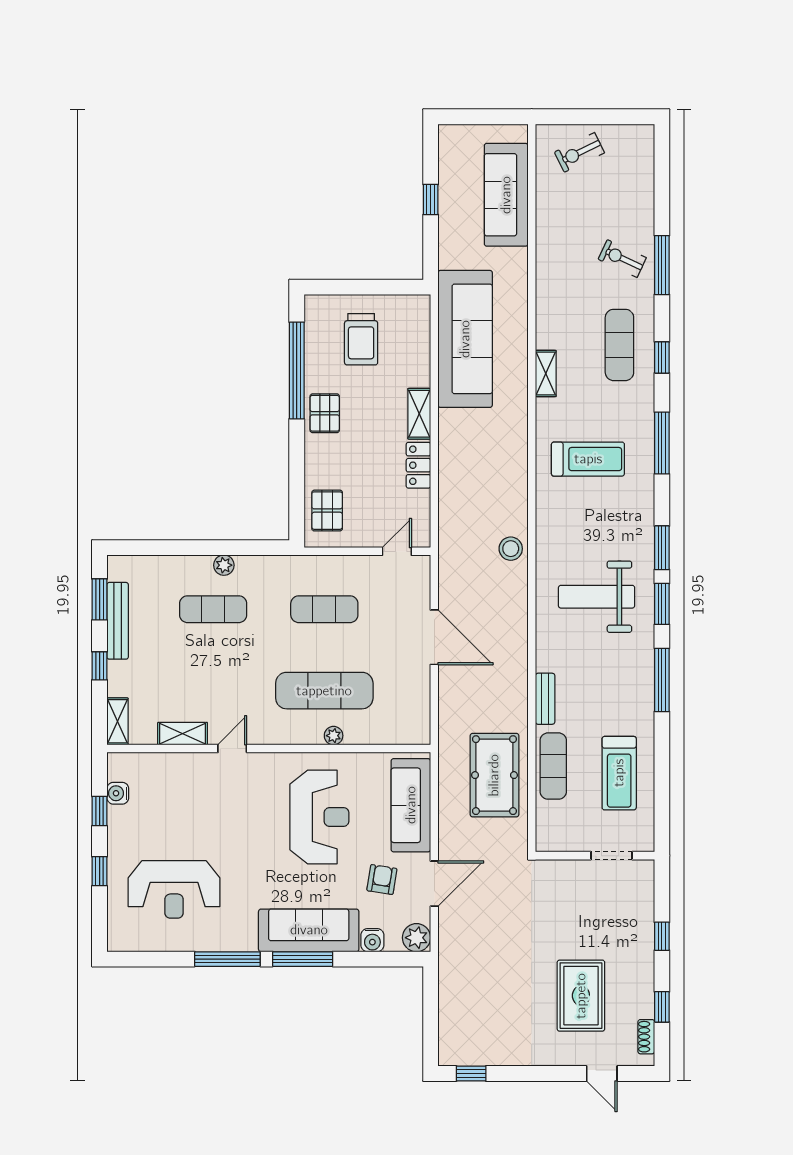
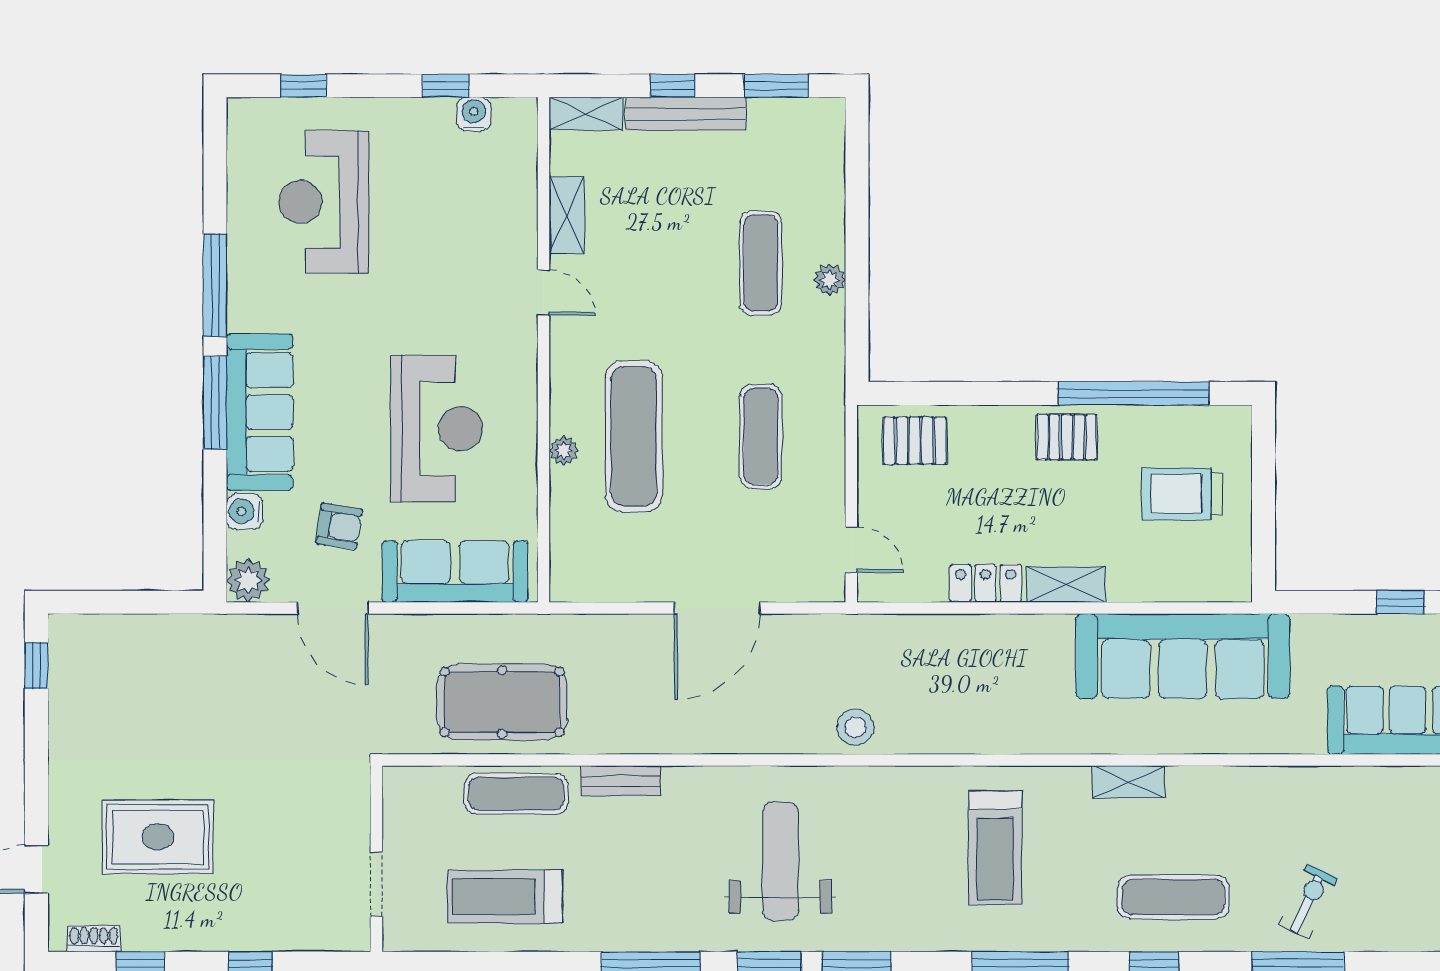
bench: (118, 621) -> (686, 114), moved
reception desk: (319, 817) -> (437, 429), turned -90
window: (100, 871) -> (303, 86), moved

